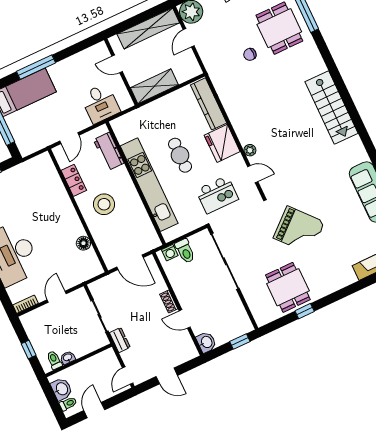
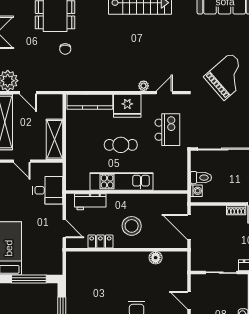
door: (117, 64) -> (22, 161), hinge flipped
kitchen unit: (149, 185) -> (122, 182), width x0.73
door: (130, 262) -> (189, 227), swing flipped

